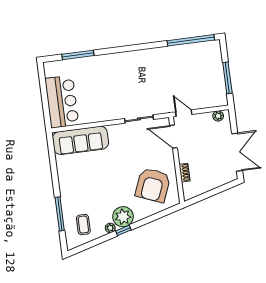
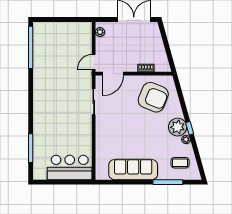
window: (227, 78) -> (68, 20), removed
sofa: (80, 140) -> (133, 170), moved, turned -90

